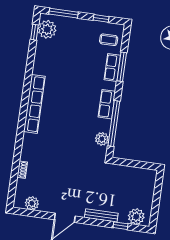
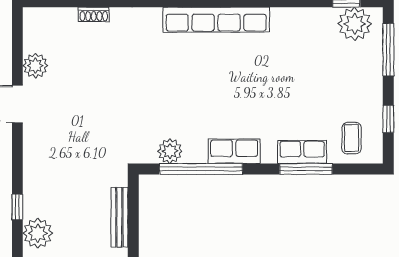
plant: (32, 203) -> (35, 66), moved
bench: (101, 215) -> (119, 217), moved

